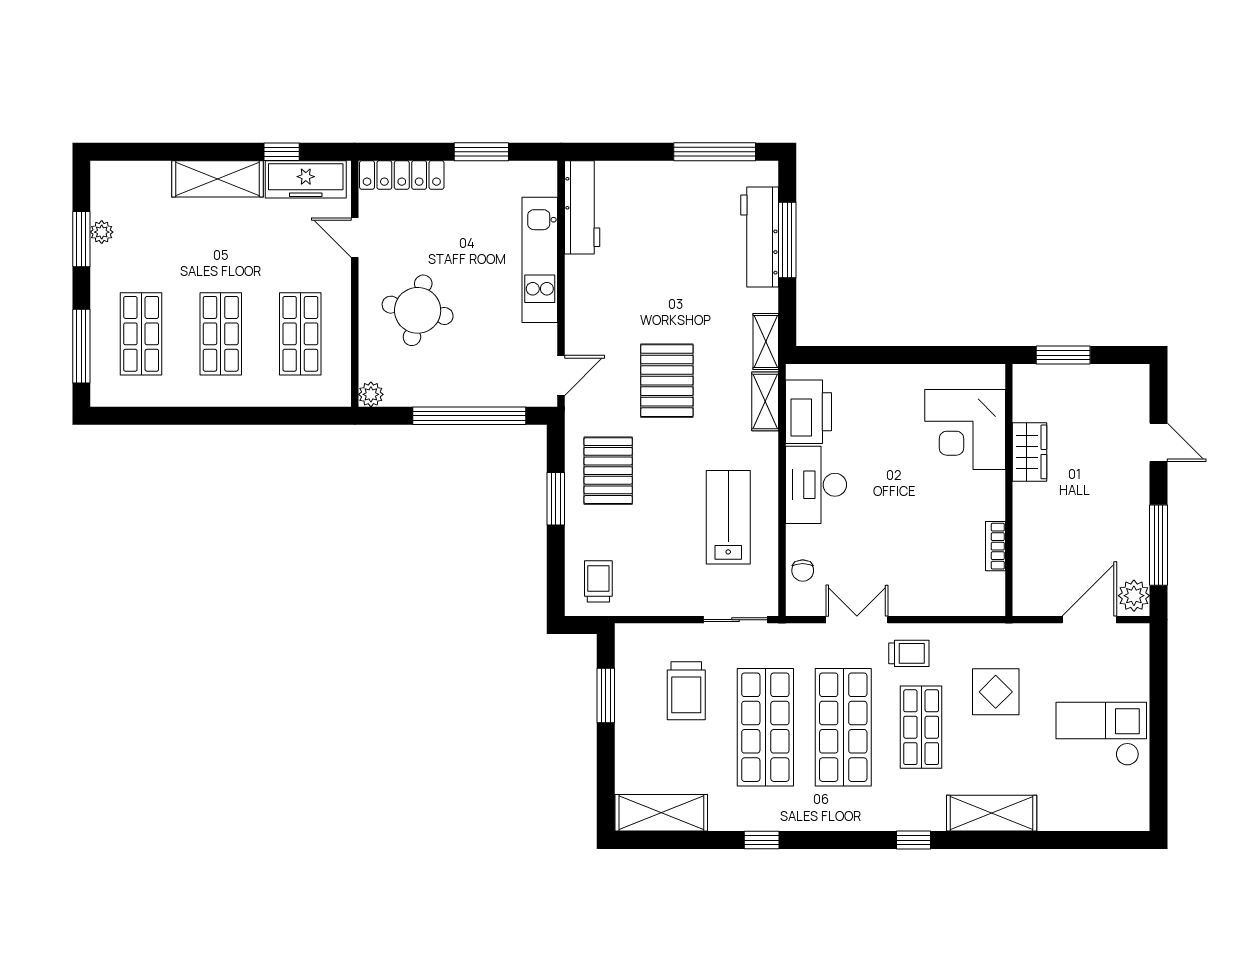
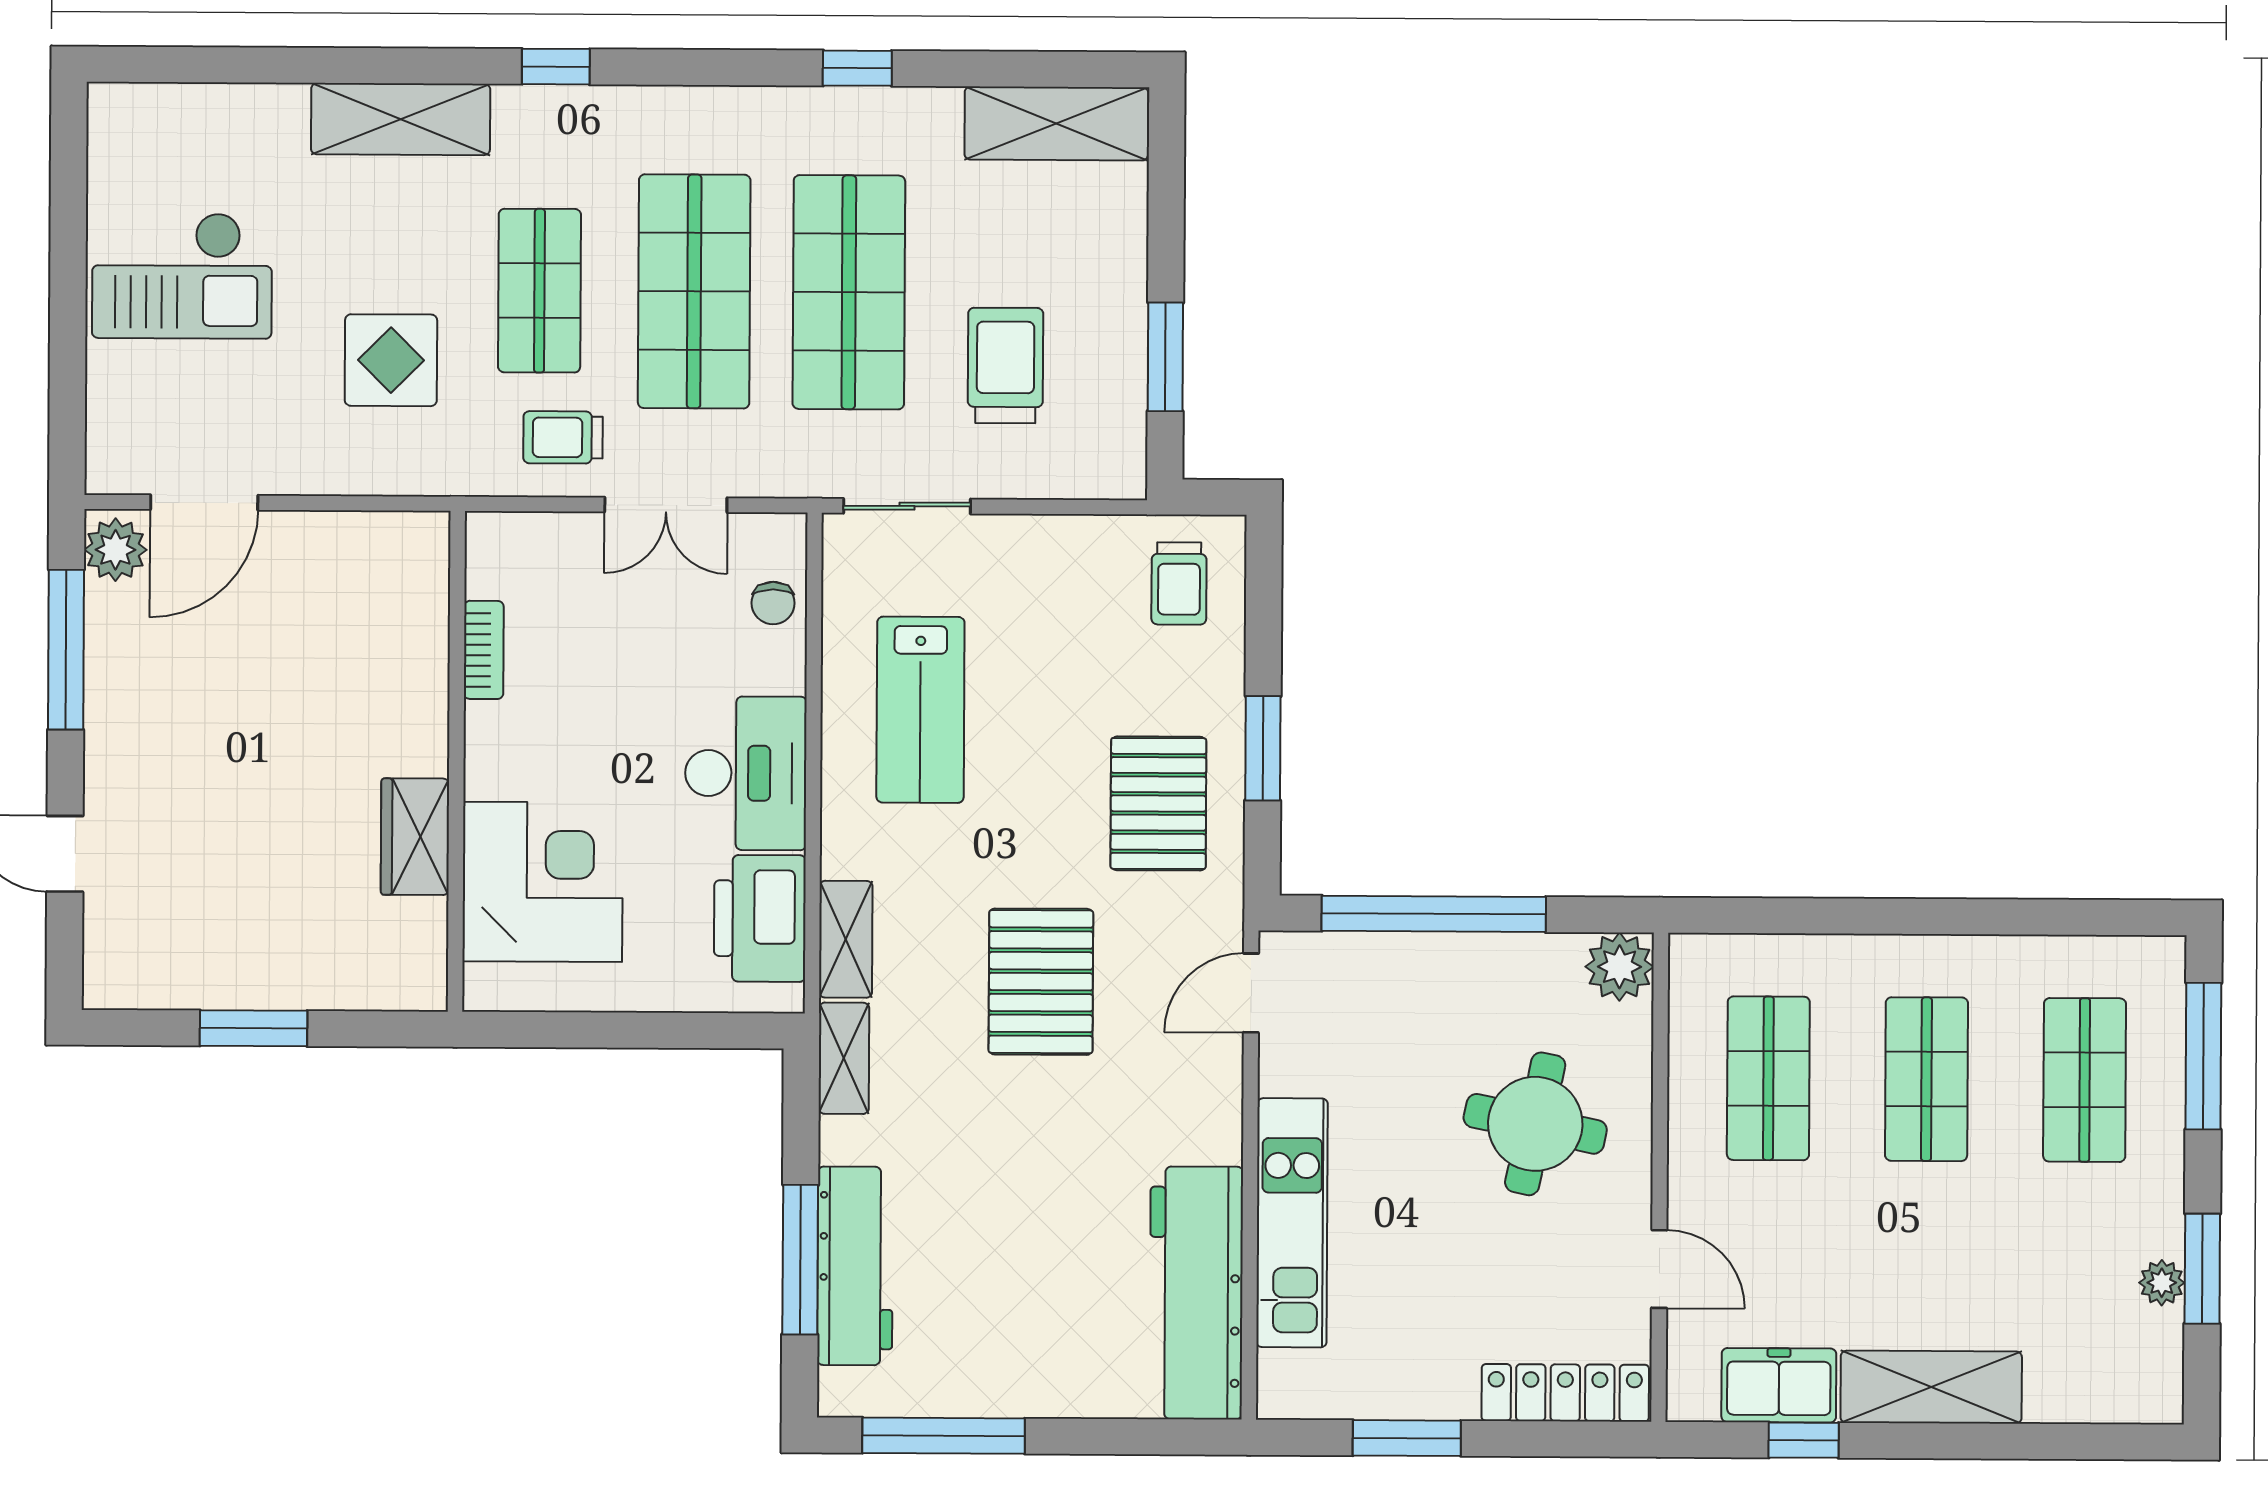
freezer: (306, 179) -> (1779, 1385), width x0.71
workbench: (582, 207) -> (1196, 1293), width x1.36, depth x1.32
plant: (371, 394) -> (1619, 967), width x1.38, depth x1.38
corner desk: (965, 430) -> (543, 882), moved
wardrobe: (1029, 452) -> (415, 837), moved
wall: (1009, 490) -> (456, 761), moved
bookcase: (995, 546) -> (484, 650), moved
chair: (803, 571) -> (773, 603), turned 180

